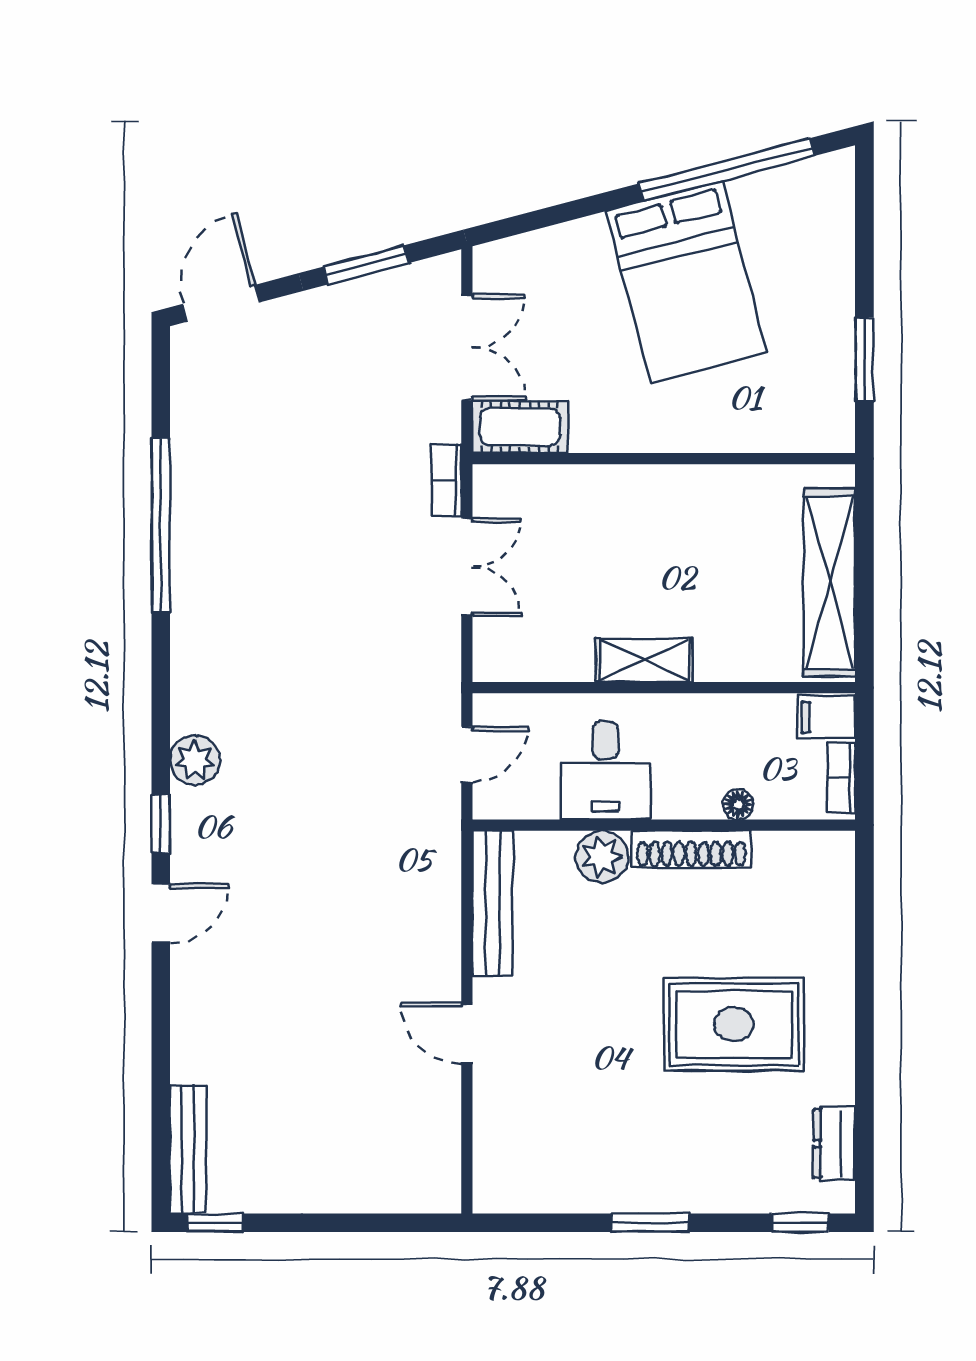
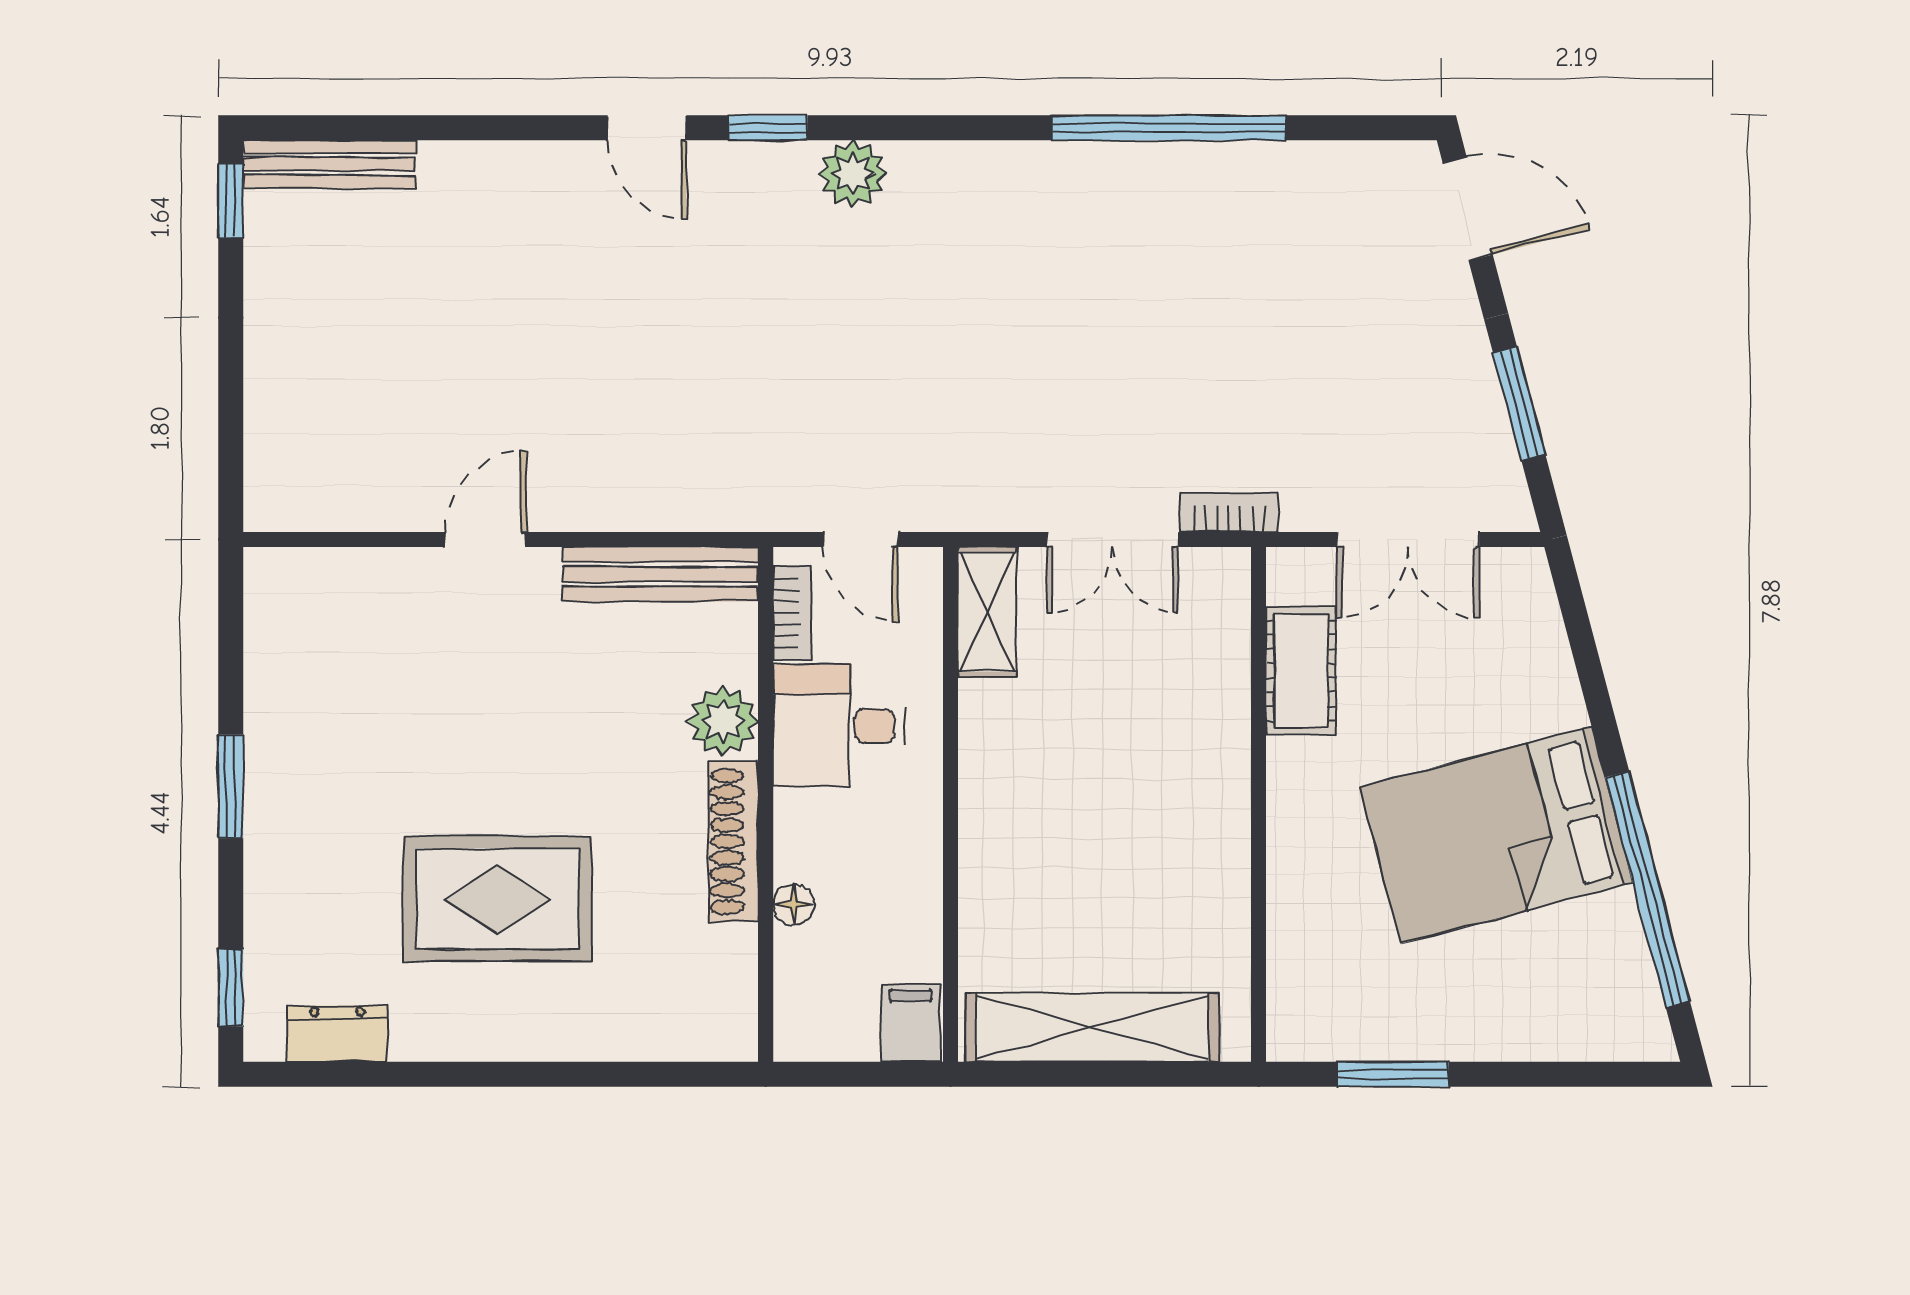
cot: (520, 427) -> (1301, 670), moved
shelving: (644, 660) -> (987, 612), moved
bookcase: (841, 778) -> (792, 612), moved, turned 90
rug: (734, 1024) -> (497, 899), turned 90

